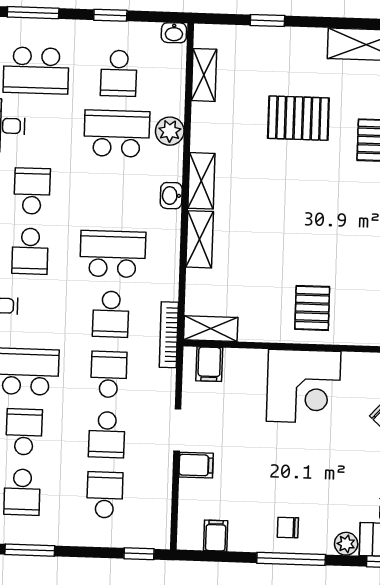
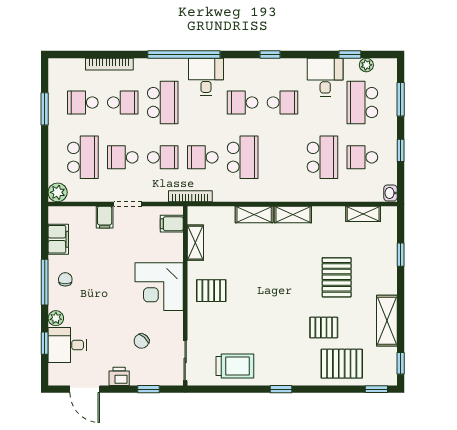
plant: (170, 131) -> (58, 192), moved
washbasin: (171, 196) -> (283, 195), removed
shelving: (211, 329) -> (195, 243), moved
school desk: (105, 495) -> (83, 157), width x1.85
filing cabinet: (216, 536) -> (58, 239), width x2.00
window: (139, 554) -> (45, 181), removed

